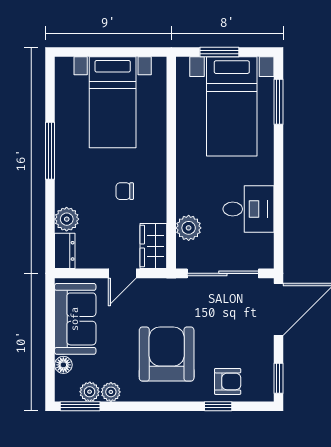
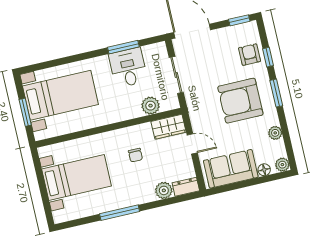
window: (278, 102) -> (123, 47), moved
sliding door: (223, 273) -> (176, 75), width x0.73
plant: (90, 392) -> (282, 165), moved
window: (80, 406) -> (276, 93), moved

